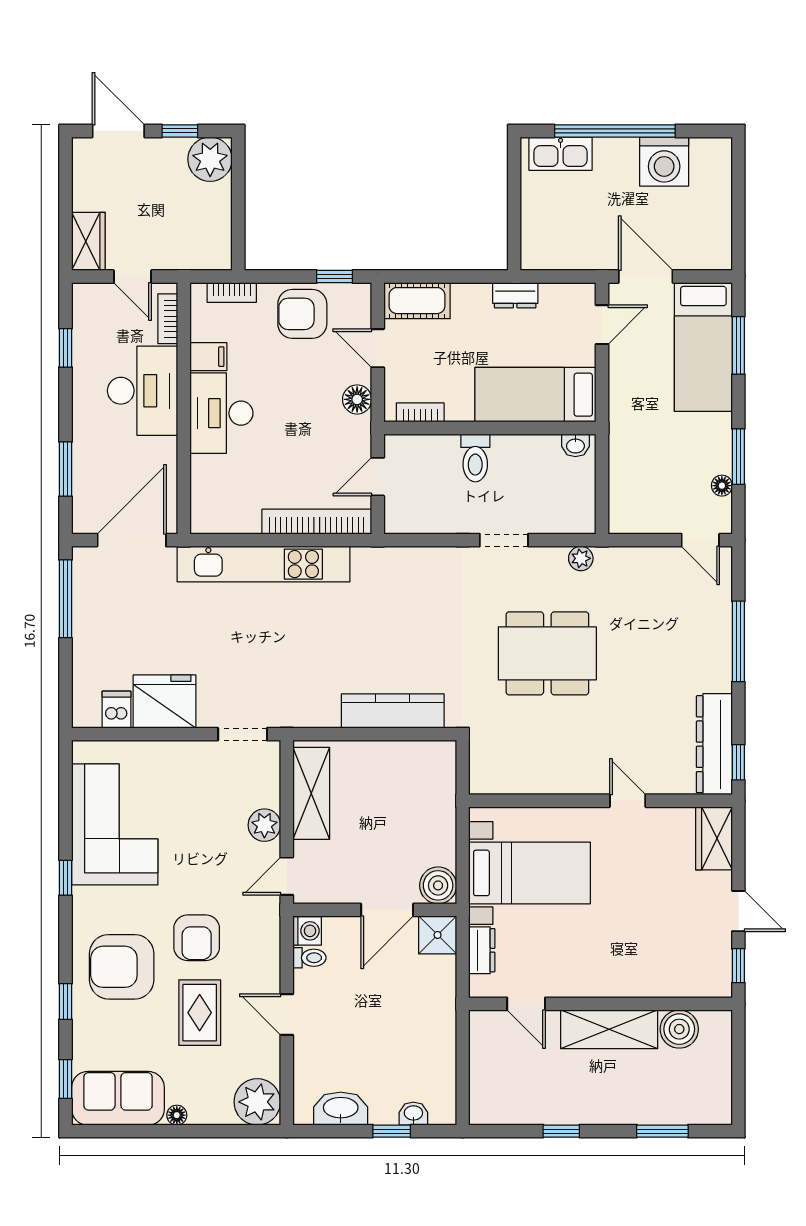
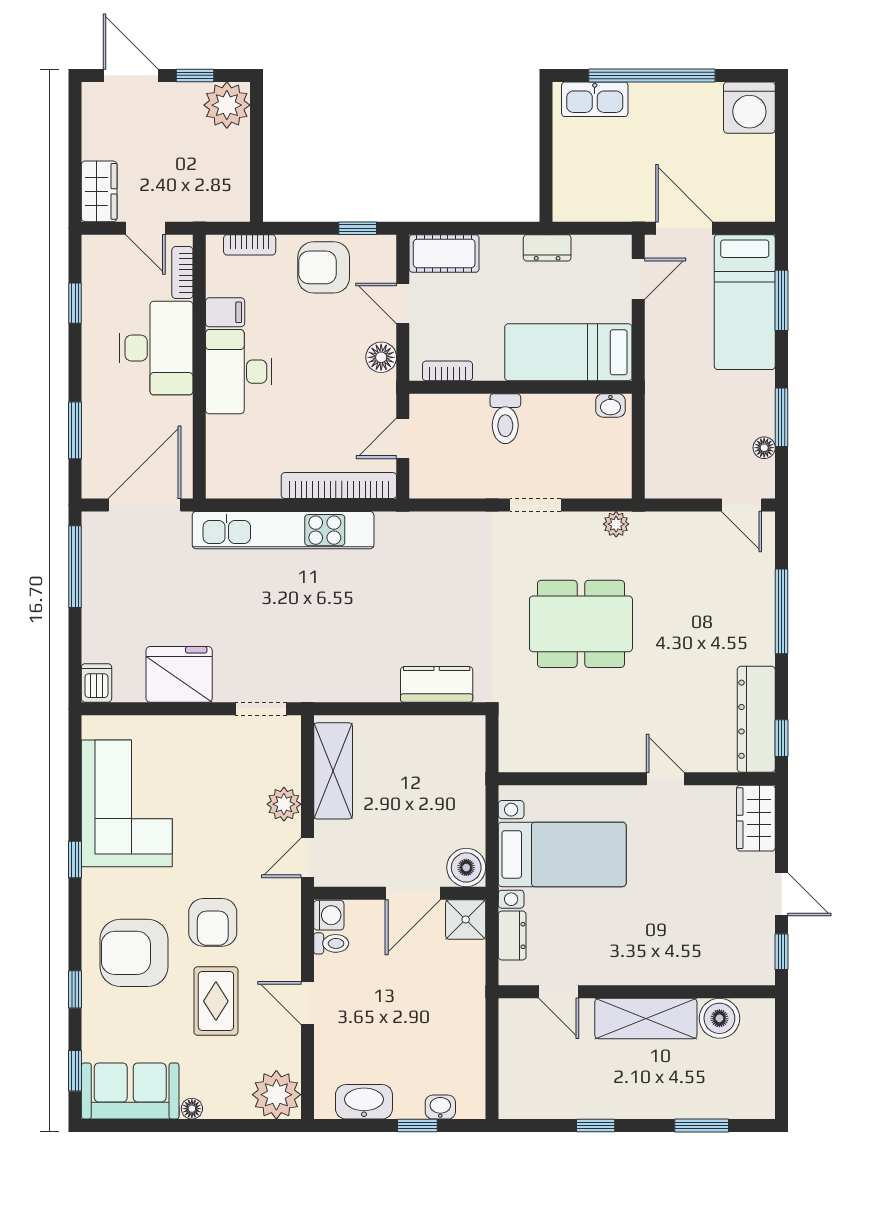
washing machine: (664, 162) -> (749, 108), moved
dishwasher: (116, 710) -> (96, 683), moved
kitchen counter: (393, 711) -> (437, 684), width x0.67

